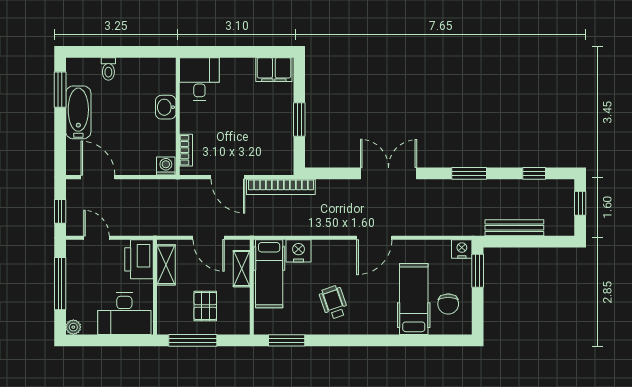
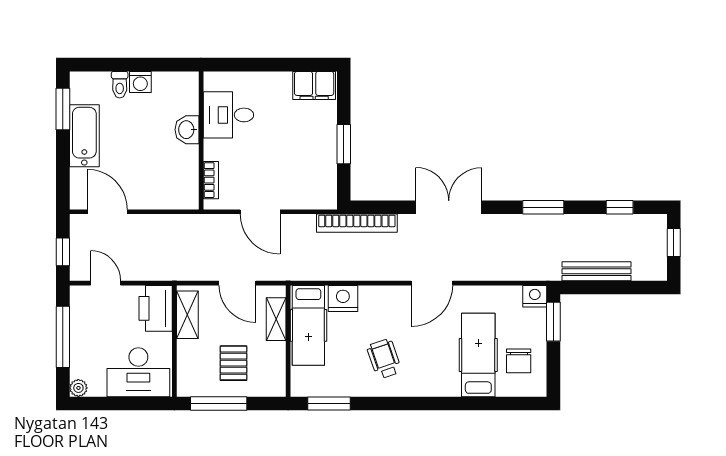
desk: (199, 79) -> (228, 115), moved, turned -90
washing machine: (166, 166) -> (140, 82), moved, turned 180
bookcase: (281, 187) -> (357, 223), moved

